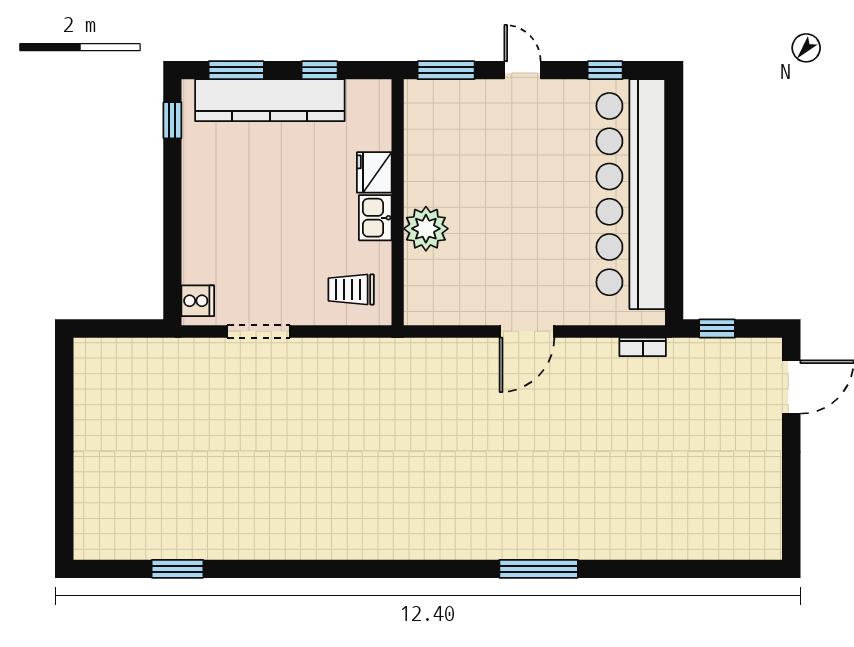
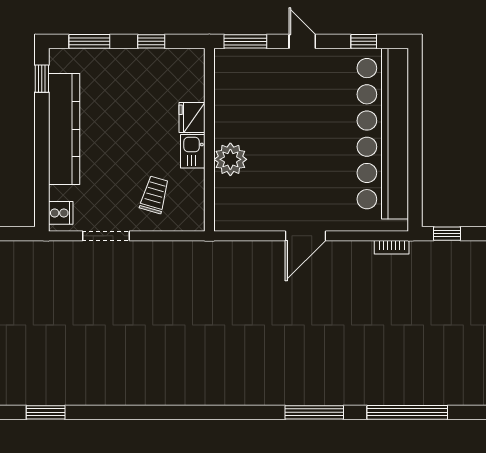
kitchen counter: (270, 100) -> (64, 129), moved, turned -90
trolley: (351, 290) -> (154, 195), moved, turned 106
window: (664, 569) -> (407, 412), added

